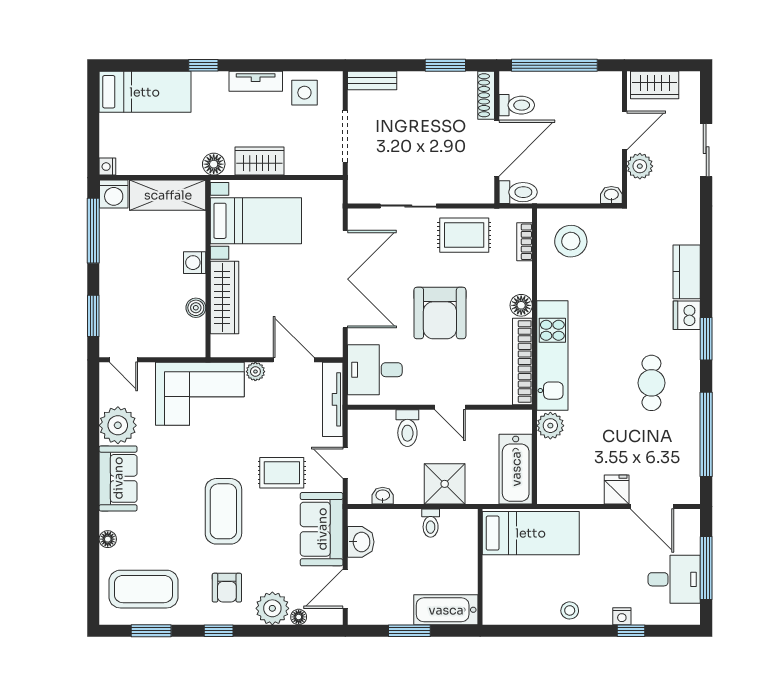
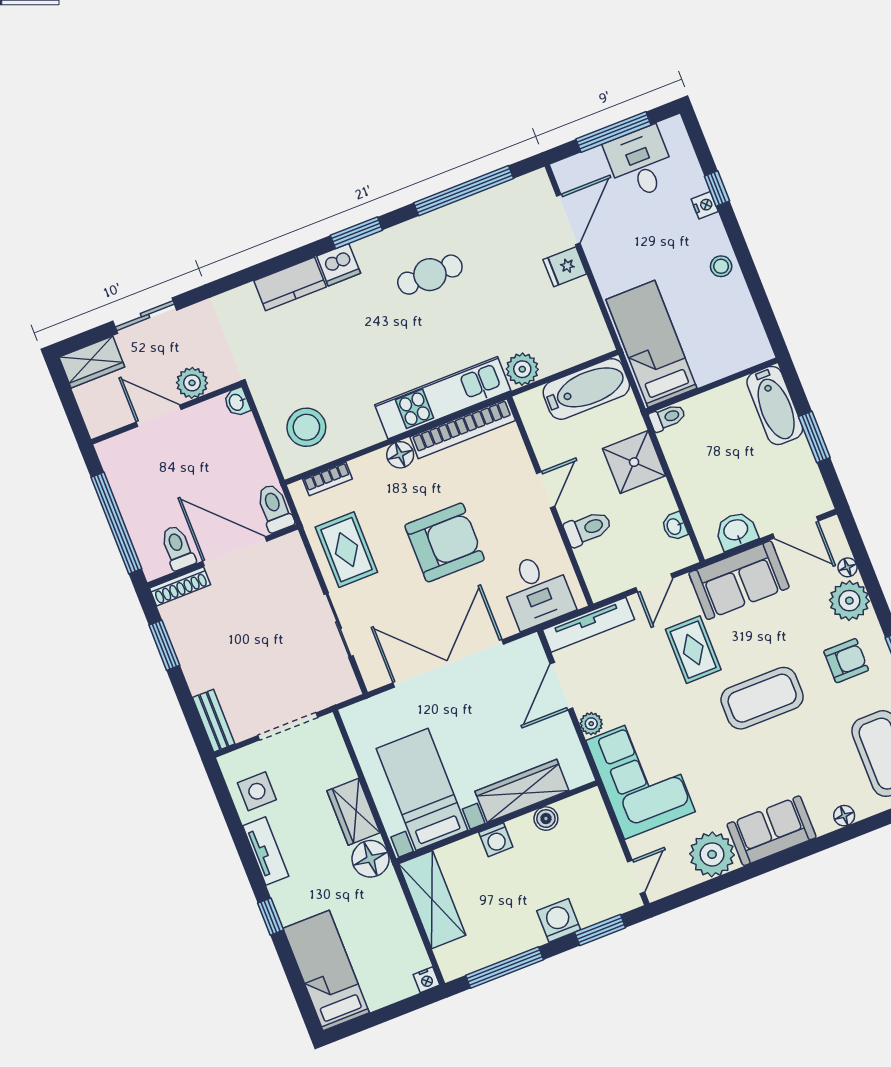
wardrobe: (655, 85) -> (92, 362), moved, turned 90
floor lamp: (214, 164) -> (371, 859), width x1.38, depth x1.38
washing machine: (114, 194) -> (559, 920), moved, turned -90
toilet: (431, 523) -> (667, 418), moved

